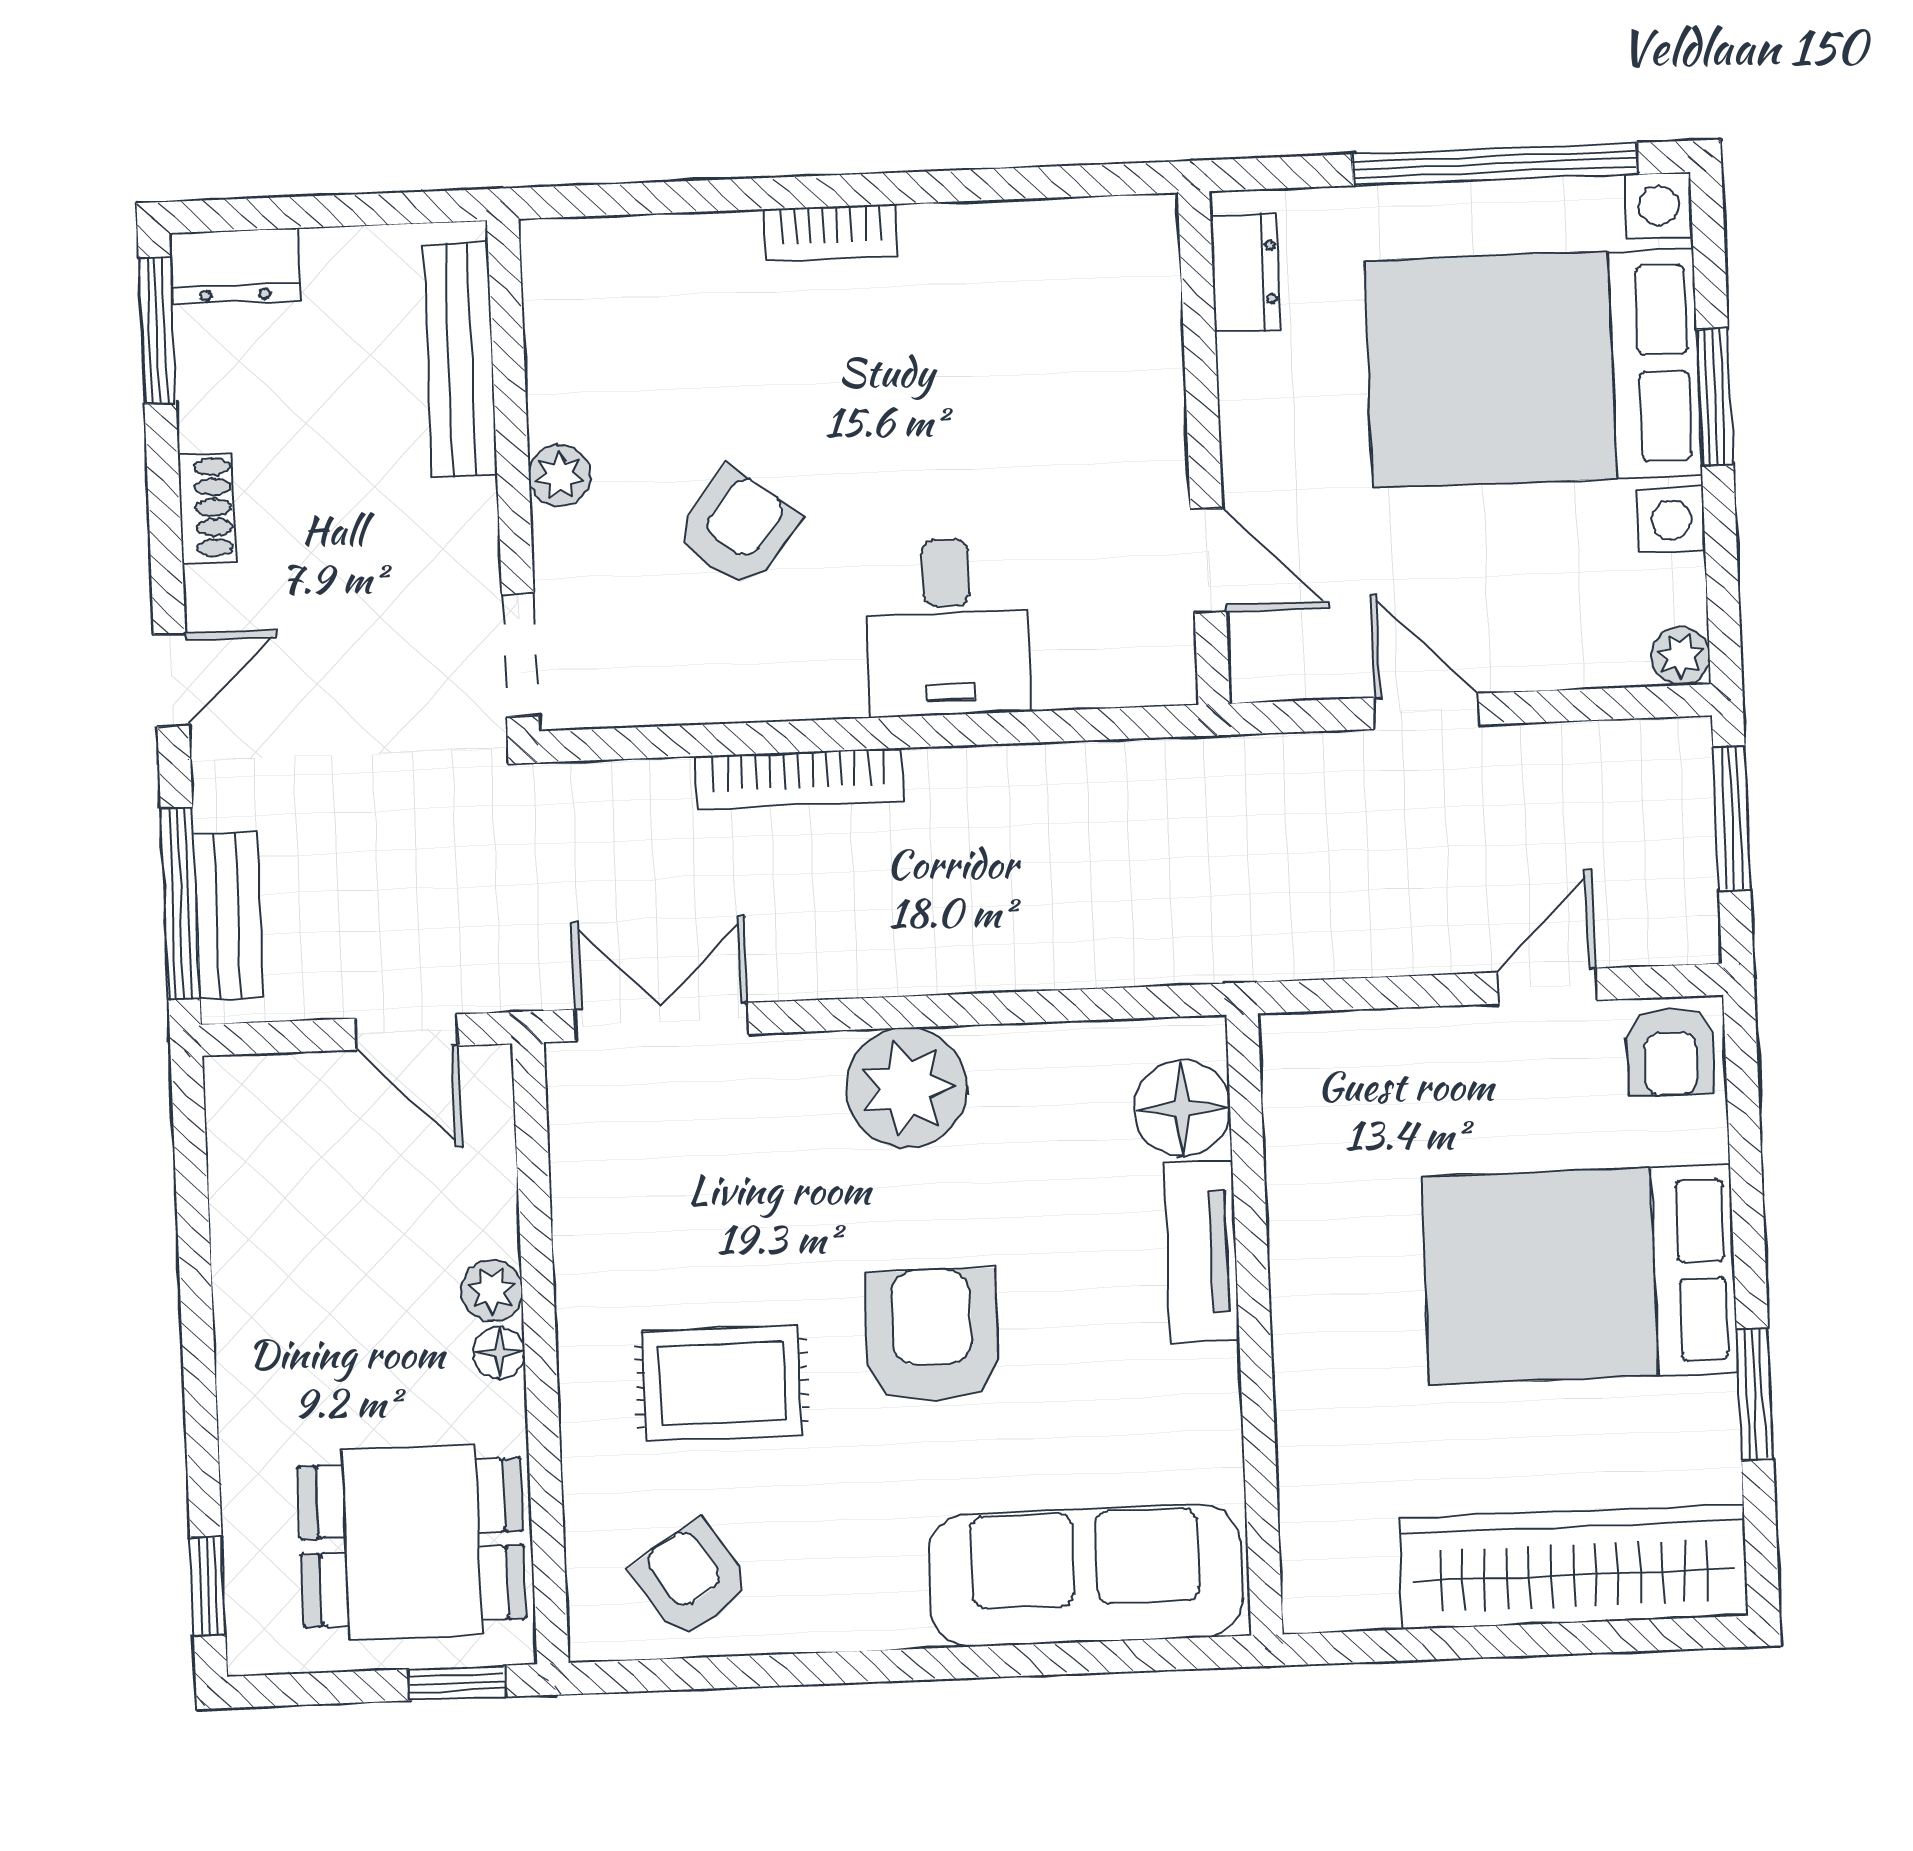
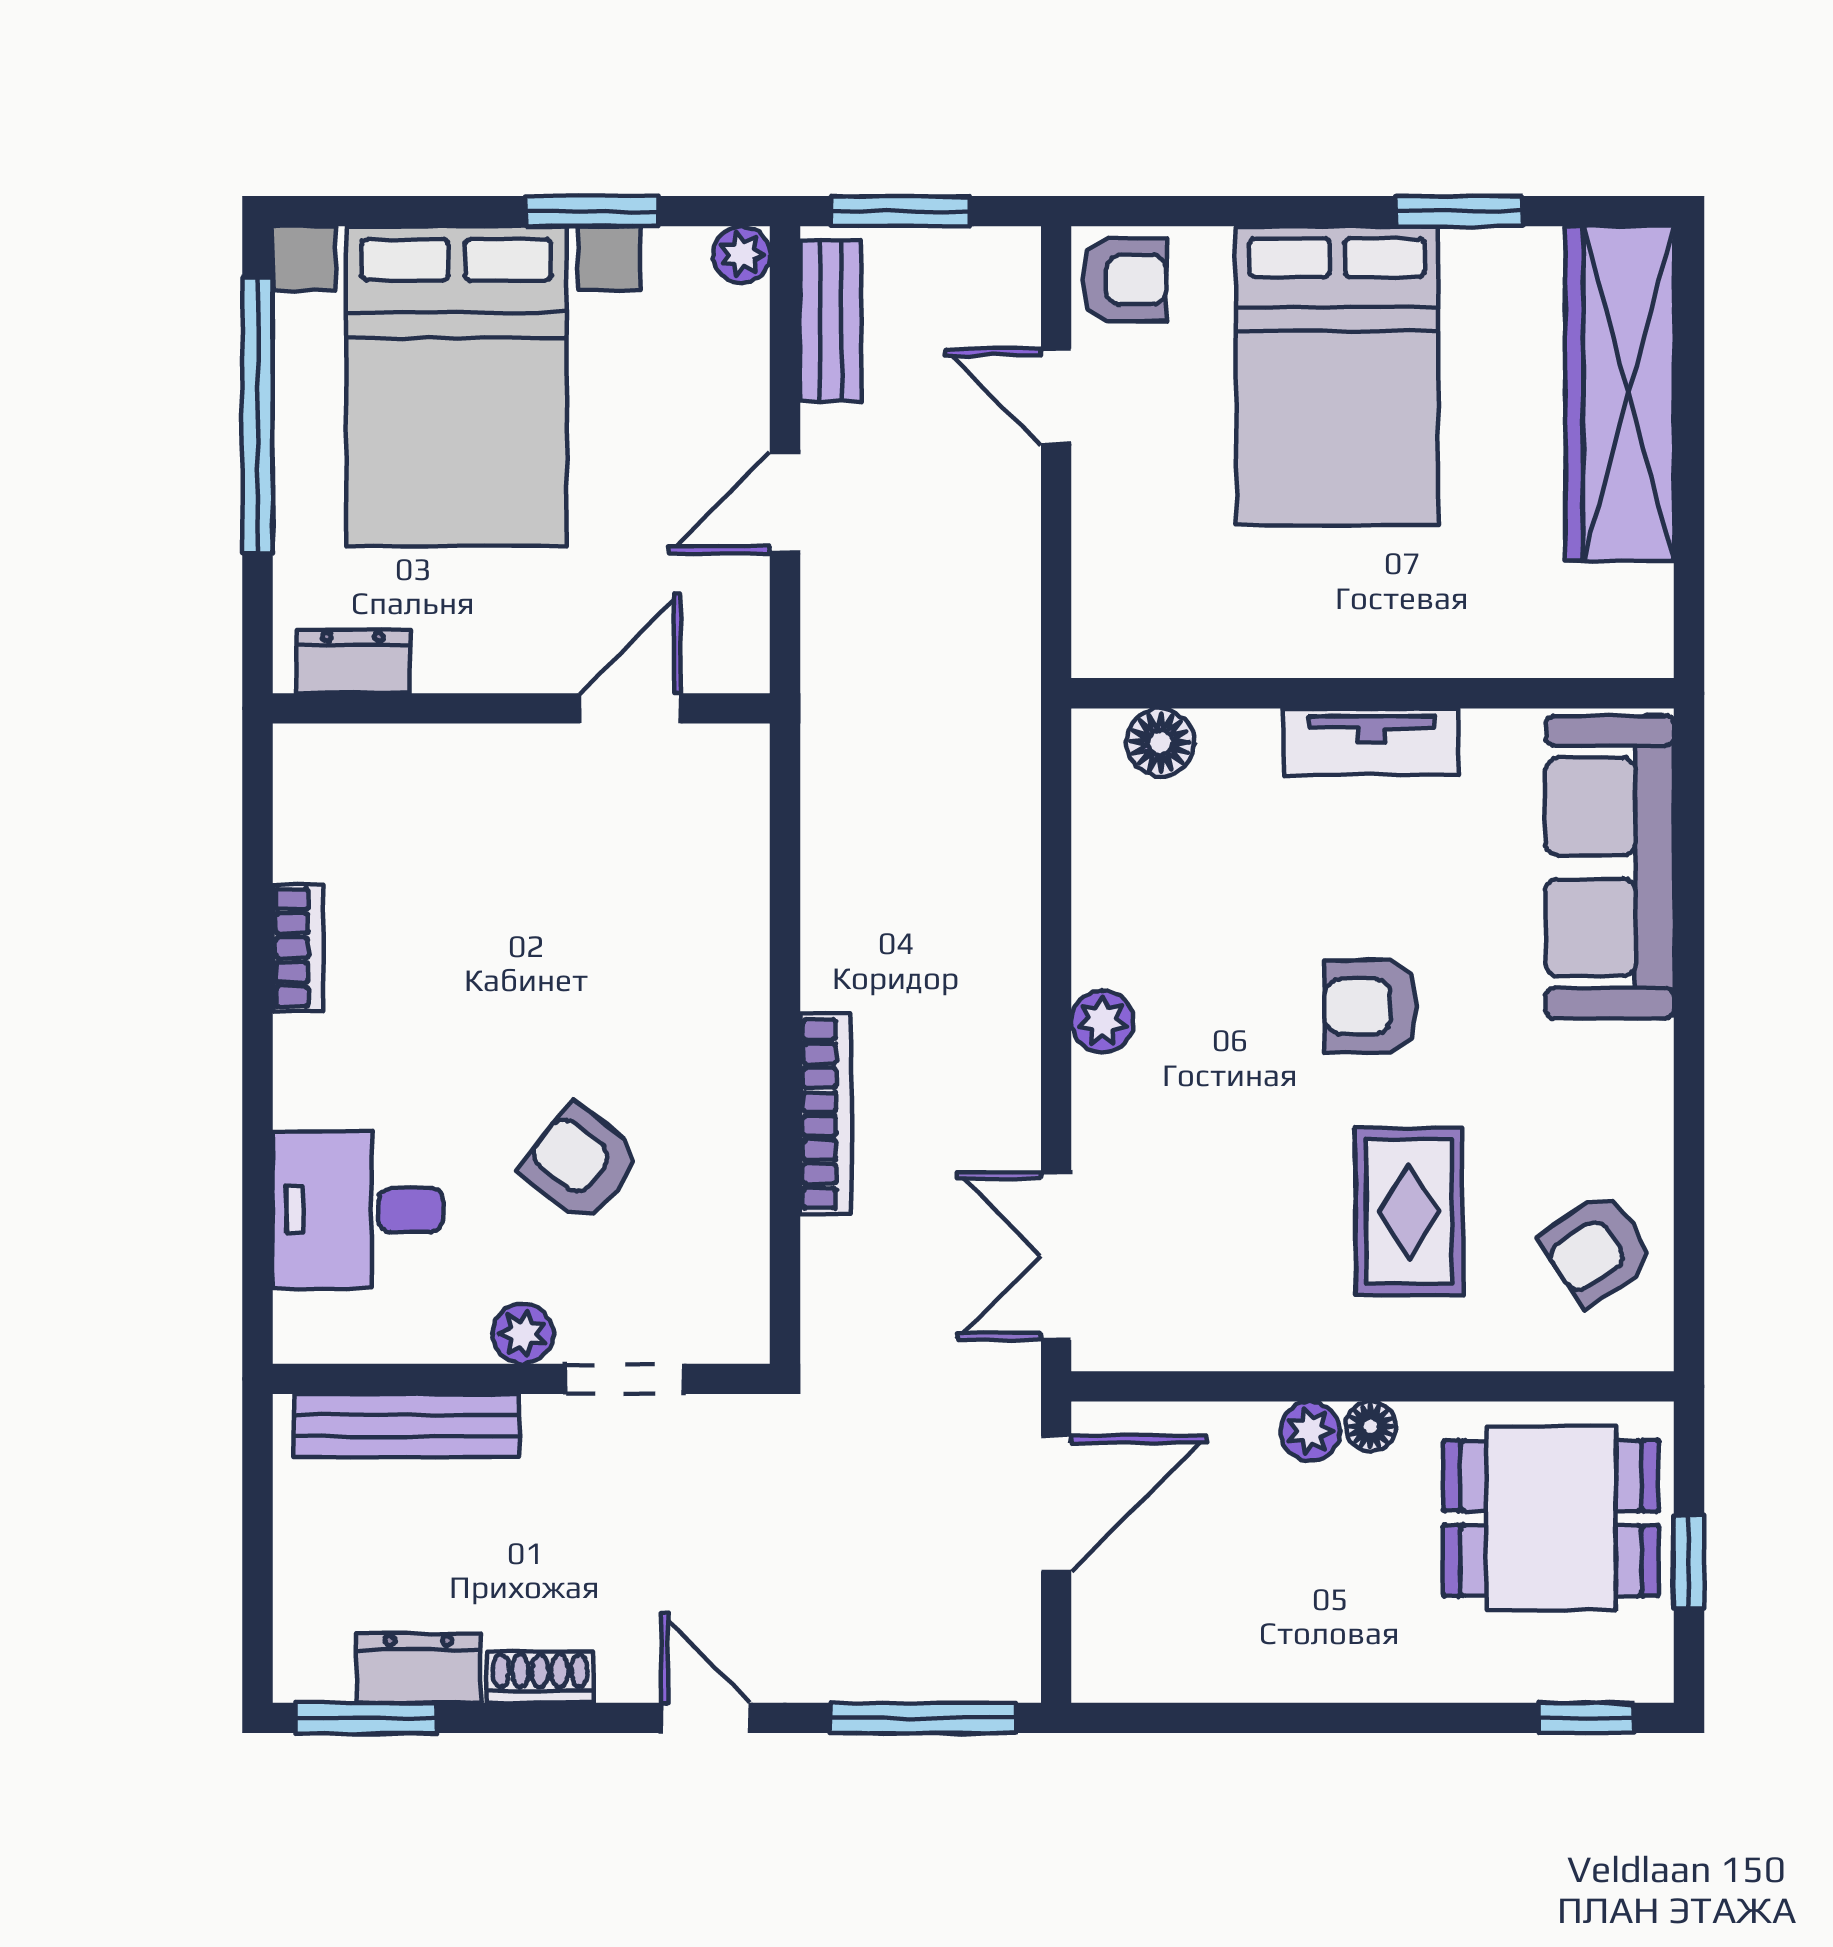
bookcase: (831, 233) -> (298, 948), moved
dresser: (234, 266) -> (419, 1668), moved, turned -90
window: (1715, 397) -> (592, 211), moved
desk: (948, 627) -> (358, 1210), moved, turned 180
doorway: (520, 655) -> (625, 1379), moved
bench: (228, 916) -> (831, 321), moved, turned 90
door: (407, 1032) -> (1056, 1504), width x1.38
plant: (906, 1088) -> (1102, 1021), width x0.53, depth x0.53
floor lamp: (1182, 1108) -> (1160, 742), width x0.73, depth x0.73
tv unit: (1202, 1252) -> (1371, 742), moved
armchair: (932, 1336) -> (1371, 1006), width x0.72, depth x0.72
dining table: (412, 1542) -> (1551, 1518), turned 90
window: (457, 1683) -> (1689, 1562), moved

